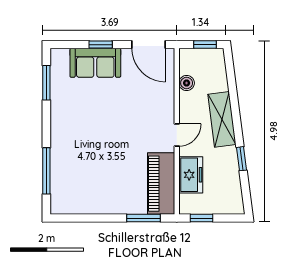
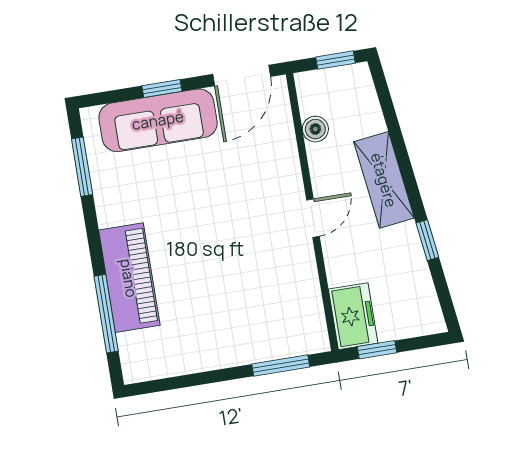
door: (149, 45) -> (242, 75), hinge flipped
sofa: (95, 63) -> (158, 120), width x1.36
freezer: (191, 175) -> (353, 316), moved
piano: (161, 184) -> (129, 278), moved, turned 180

